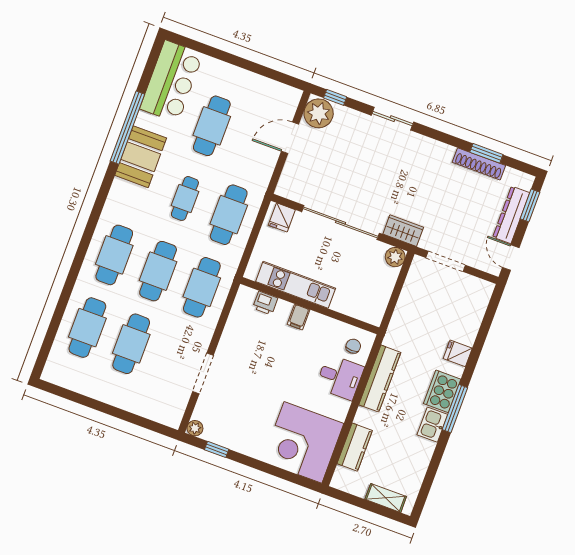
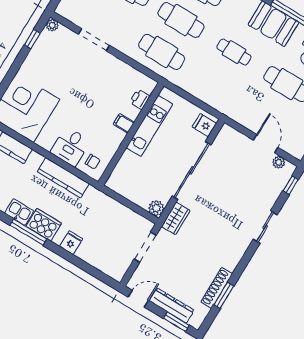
plant: (319, 113) -> (279, 162), width x0.53, depth x0.53
cafe table: (229, 215) -> (215, 84), removed

